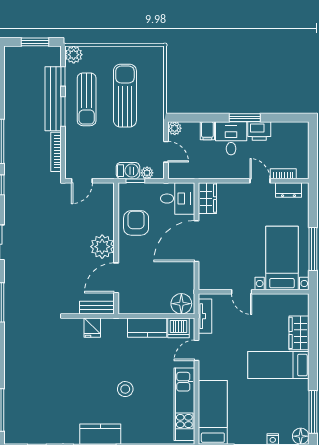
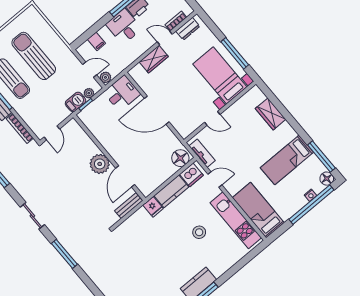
plant: (175, 128) -> (105, 77), moved
filing cabinet: (207, 131) -> (96, 41), moved
wardrobe: (207, 198) -> (154, 59), moved, turned 90
armchair: (136, 223) -> (109, 131), removed
door: (197, 241) -> (157, 110), hinge flipped
fridge: (92, 328) -> (153, 207), moved
door: (197, 350) -> (215, 180), swing flipped
bed: (278, 365) -> (287, 160), moved
stool: (125, 389) -> (199, 232), moved

